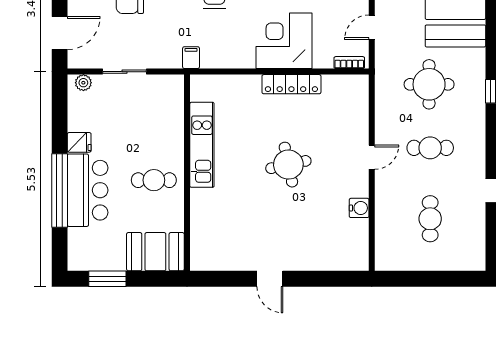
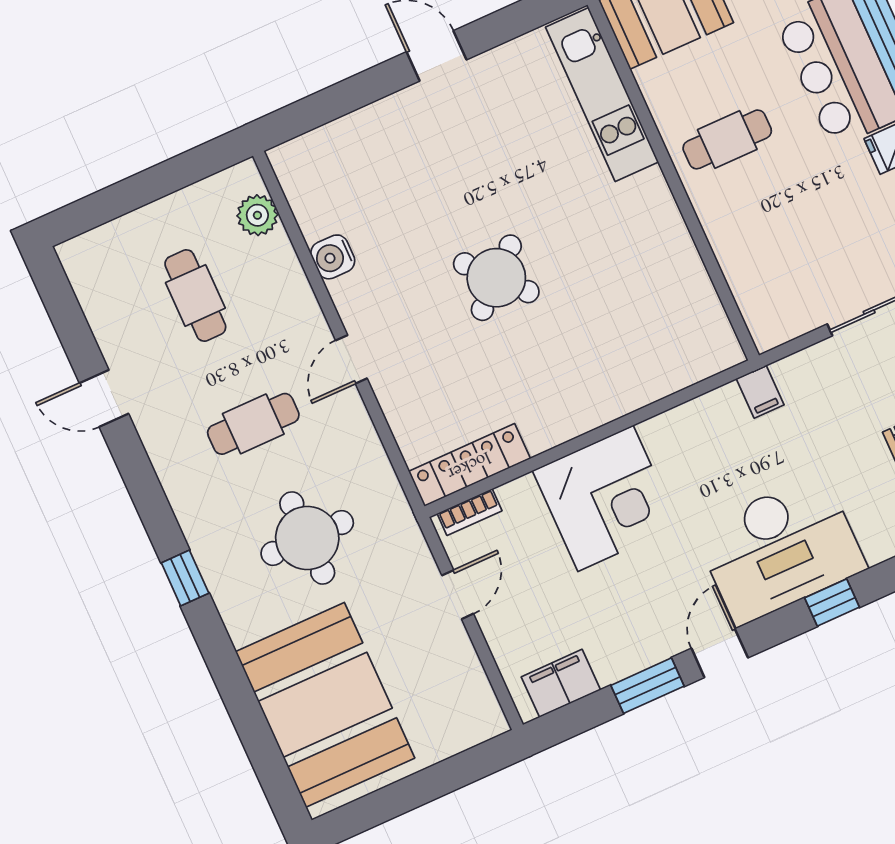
locker: (291, 84) -> (469, 465), moved
kitchen unit: (202, 145) -> (602, 95), moved
round table: (288, 165) -> (496, 278), turned -30
plant: (385, 243) -> (257, 215), added

